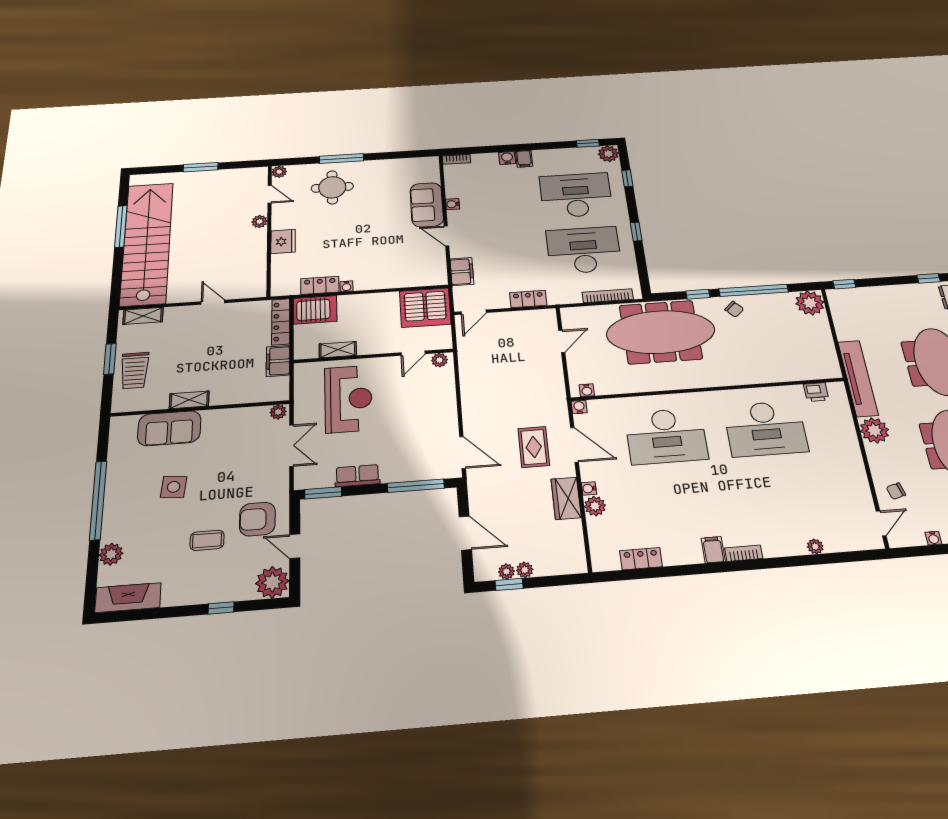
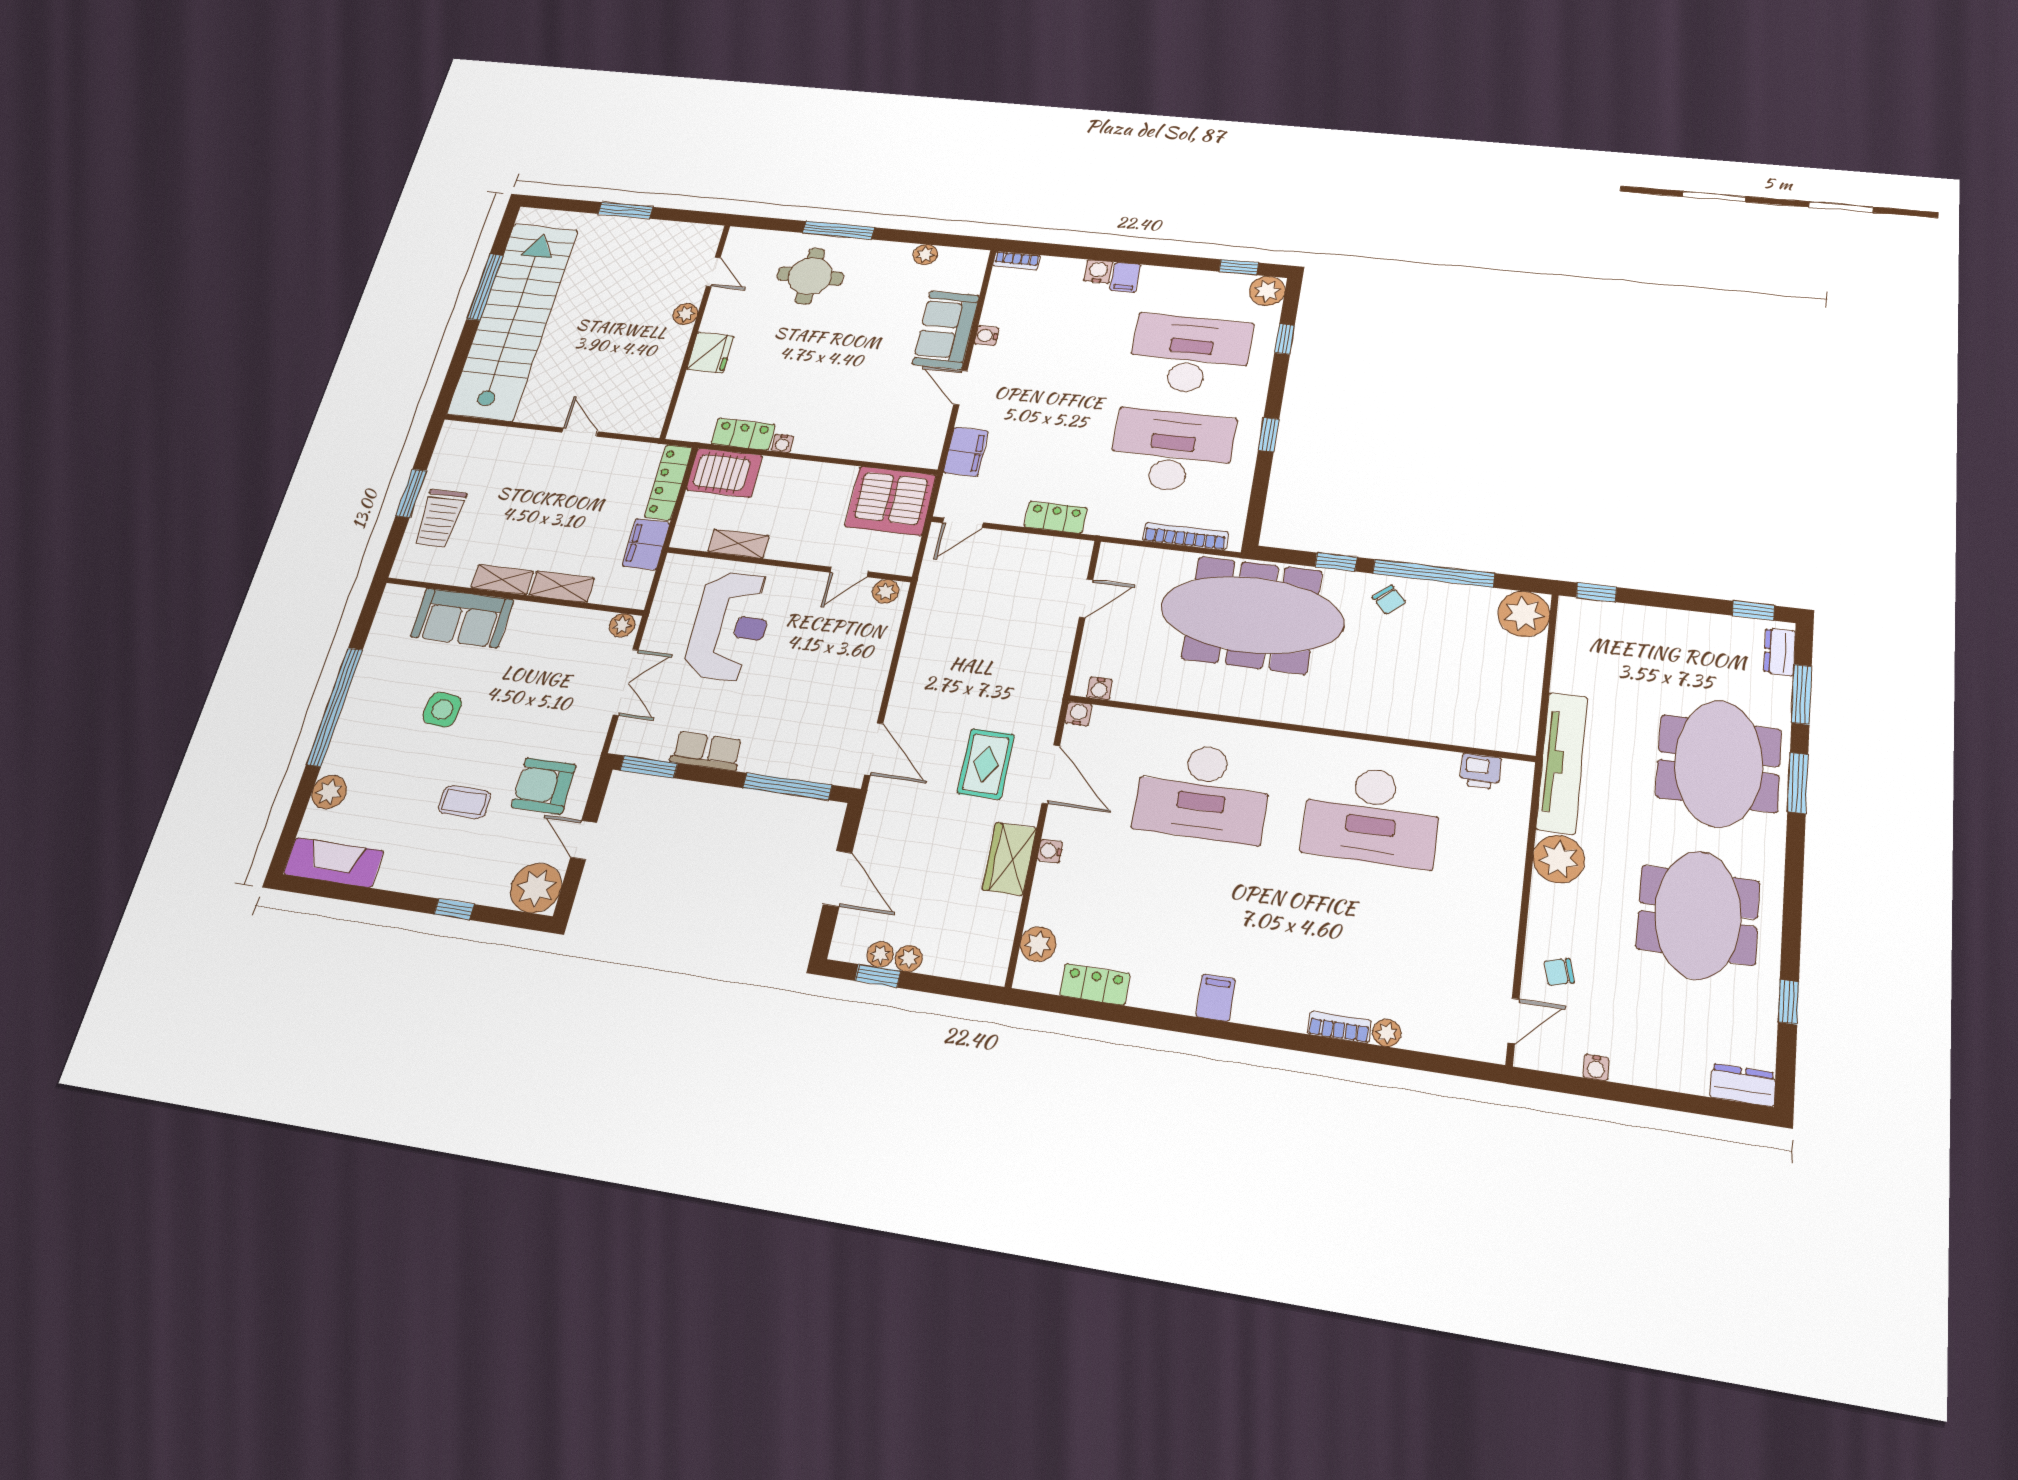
plant: (279, 172) -> (925, 255), moved
shelving: (143, 316) -> (562, 587), moved
plant: (595, 506) -> (1038, 944), moved
bookcase: (744, 553) -> (1339, 1027), moved

